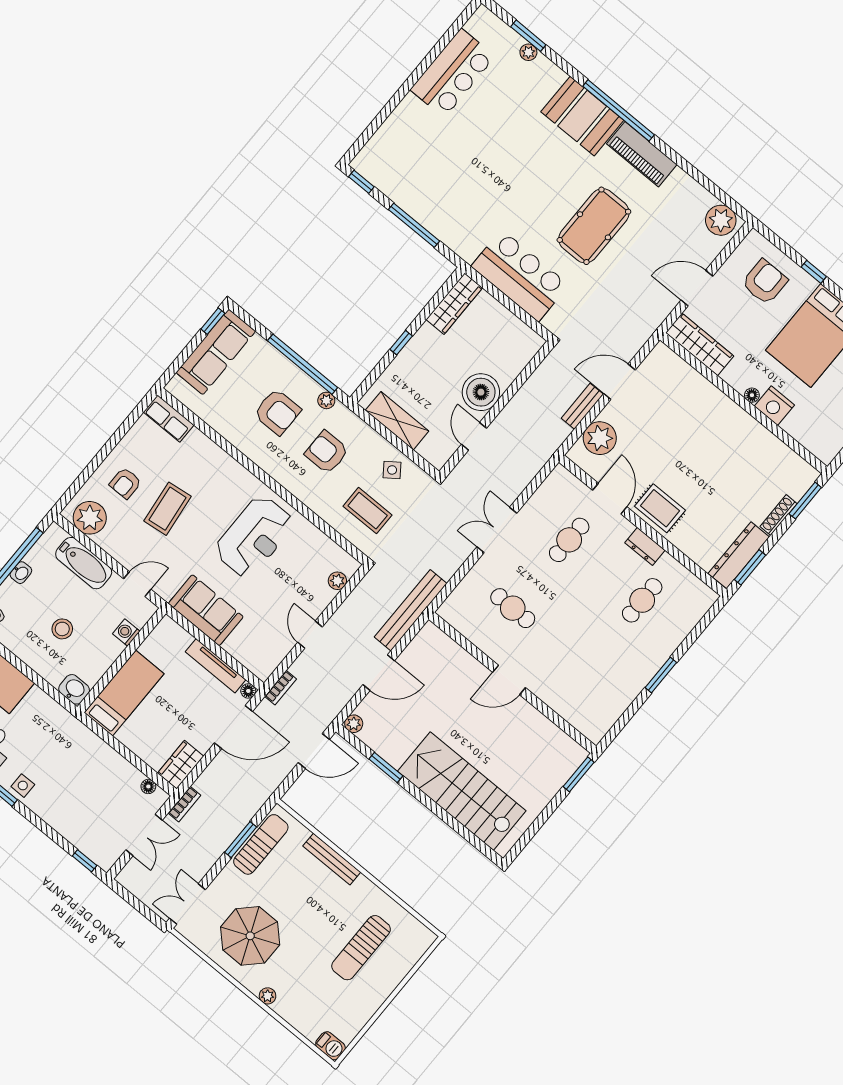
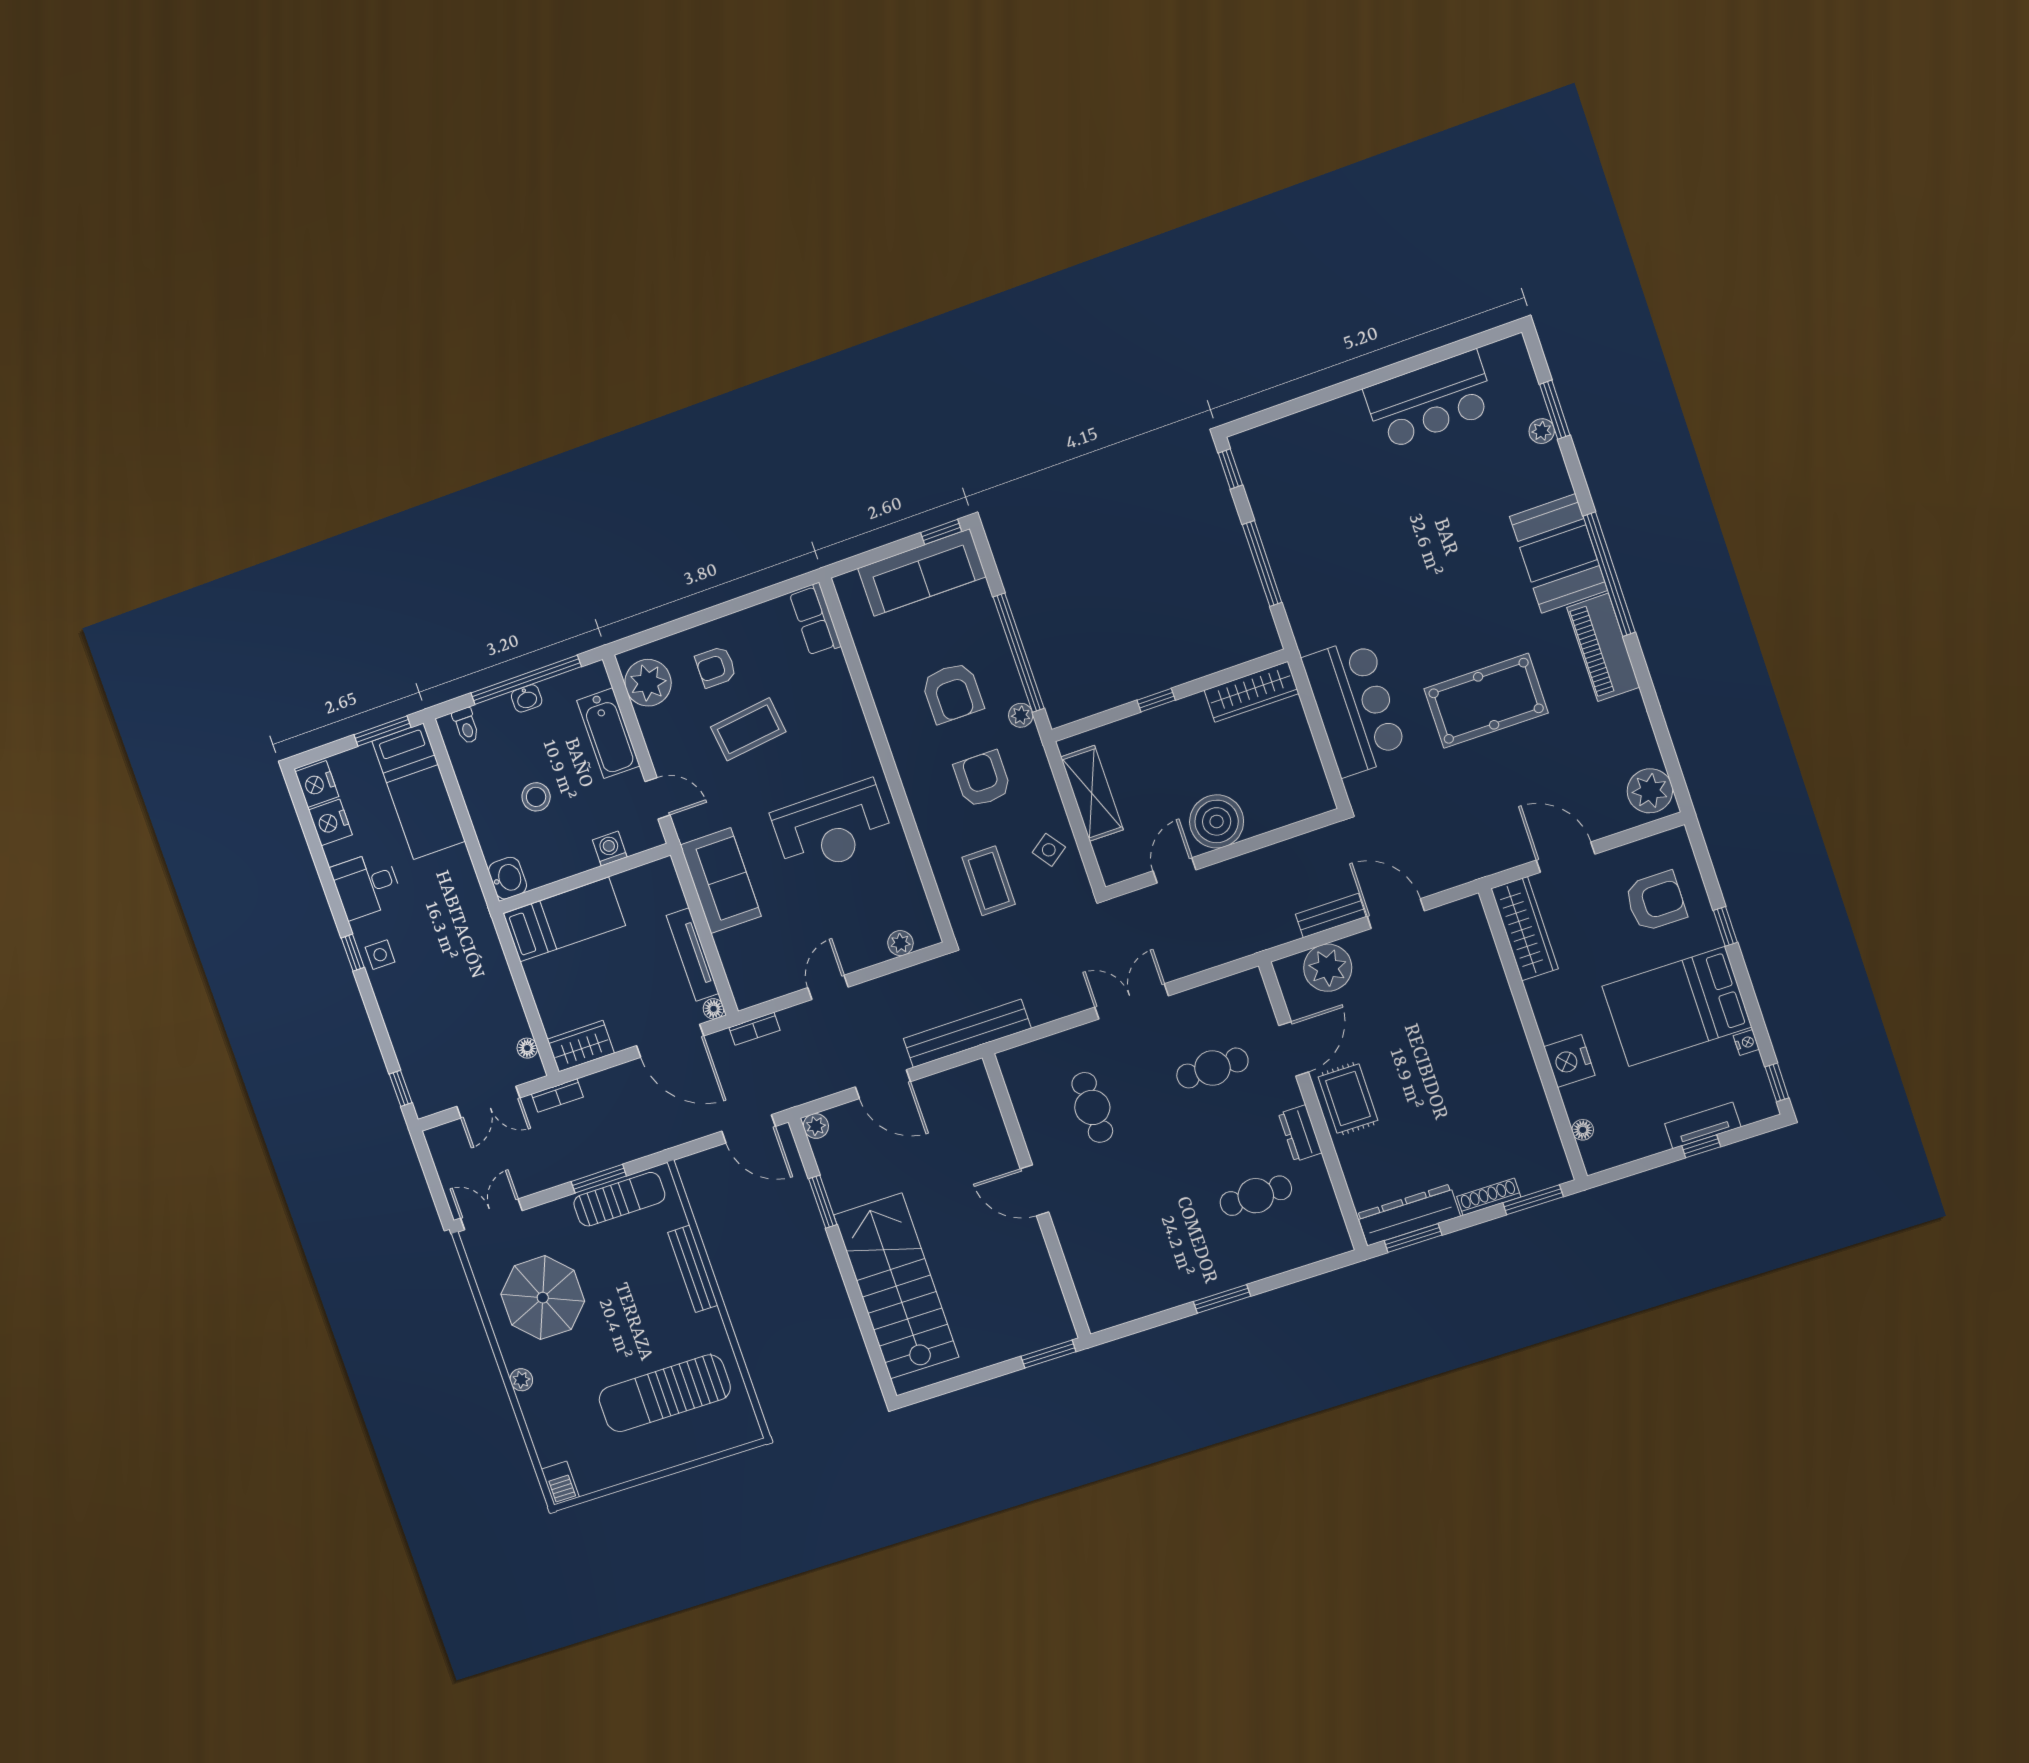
floor lamp: (752, 395) -> (1583, 1130), moved
sun lounger: (361, 948) -> (665, 1393), width x1.36, depth x1.34

